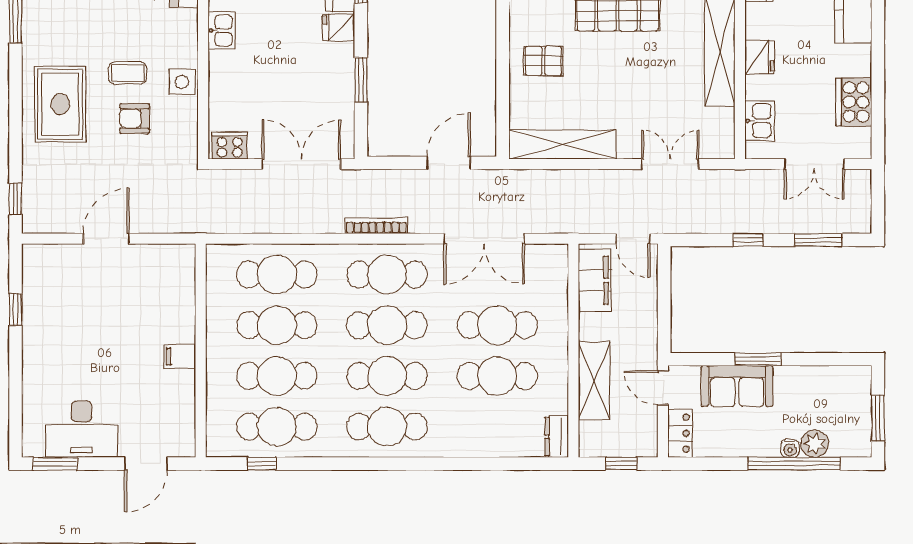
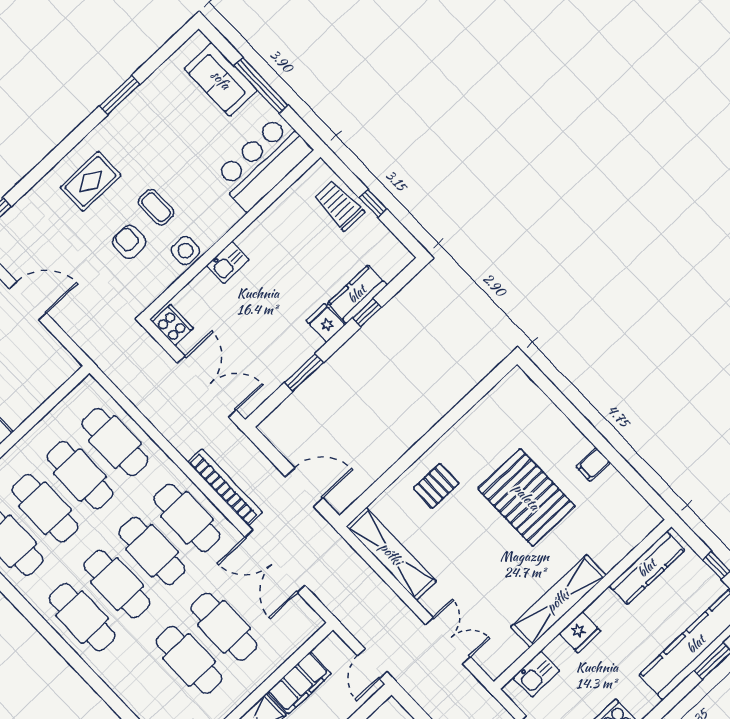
kitchen sink: (222, 30) -> (228, 262), moved
pallet: (543, 61) -> (436, 486), turned 90
rug: (60, 104) -> (91, 181), width x0.73, depth x0.70
bookcase: (376, 226) -> (225, 487), width x1.48, depth x1.31
filing cabinet: (595, 280) -> (299, 683), moved

